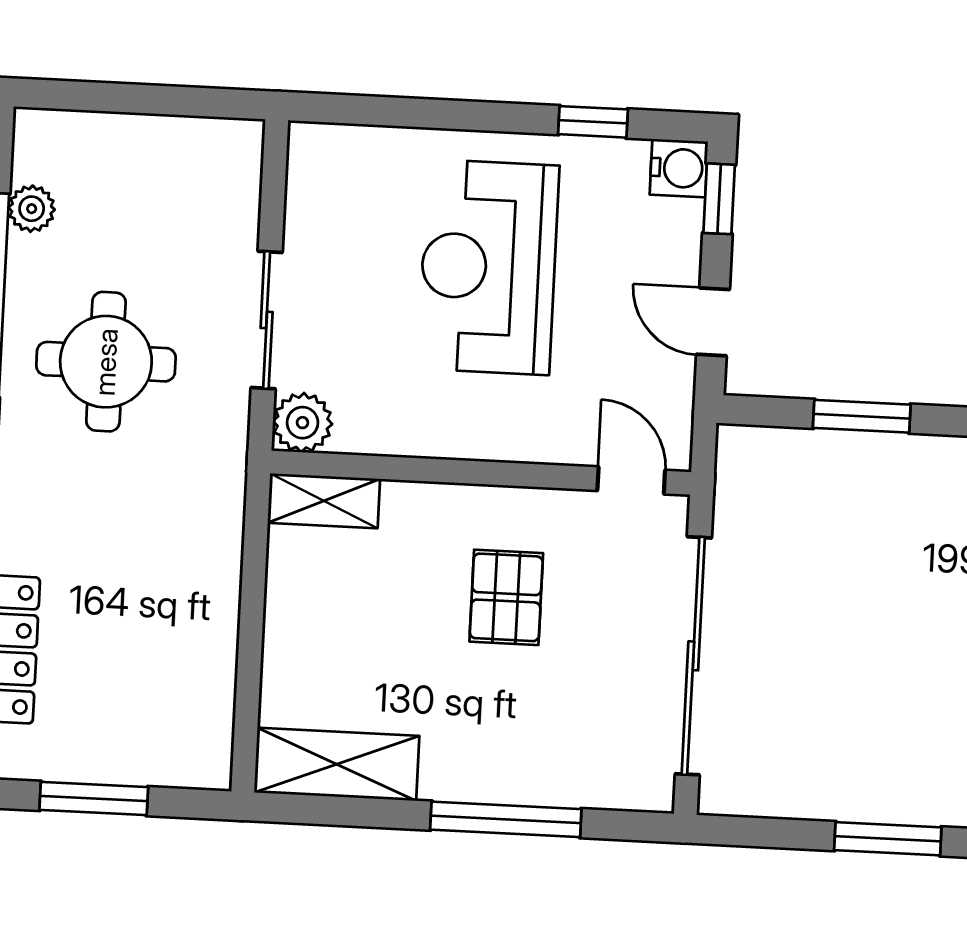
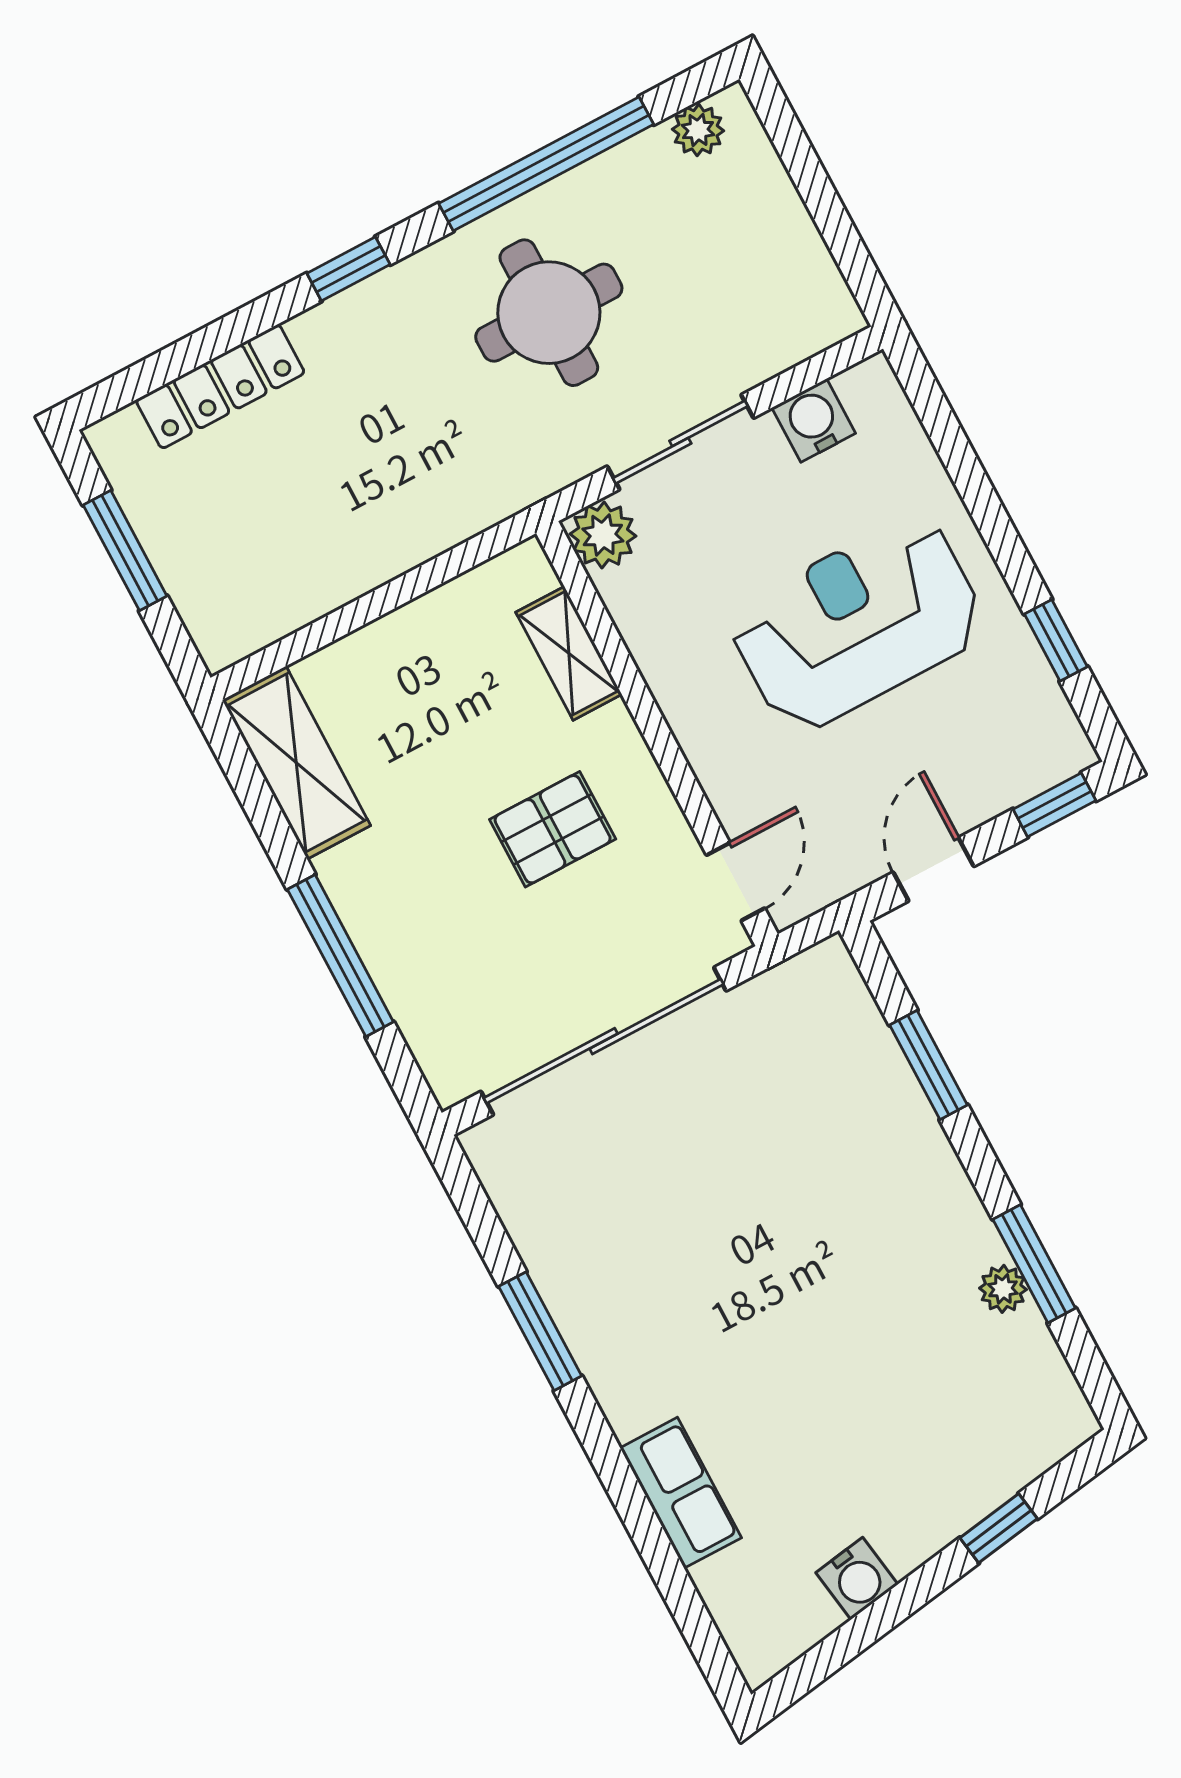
water cooler: (679, 168) -> (814, 421), moved, turned 180
plant: (32, 209) -> (698, 130), moved
shelving: (324, 501) -> (569, 653), moved

